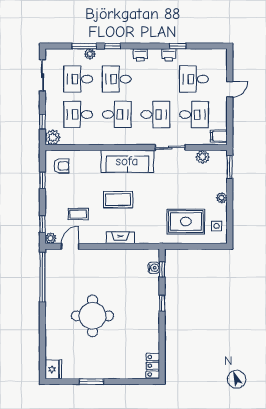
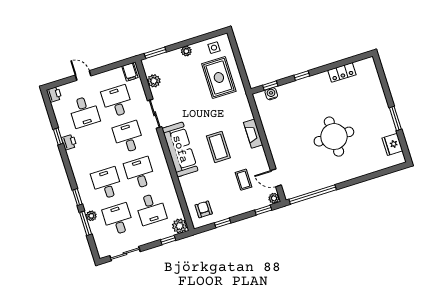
printer: (140, 55) -> (54, 94), moved
desk: (78, 79) -> (118, 219), turned 180
desk: (117, 79) -> (107, 183), turned 180
locker: (153, 366) -> (342, 72), moved
fridge: (53, 369) -> (392, 144), moved, turned -90

